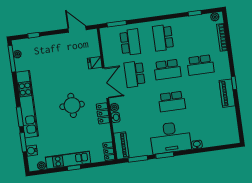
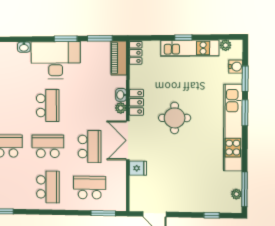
school desk: (130, 42) -> (90, 188), turned 90
school desk: (172, 101) -> (48, 105), turned 90

